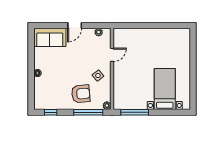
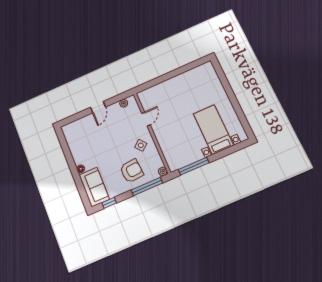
sofa: (50, 37) -> (94, 187), moved, turned -90

